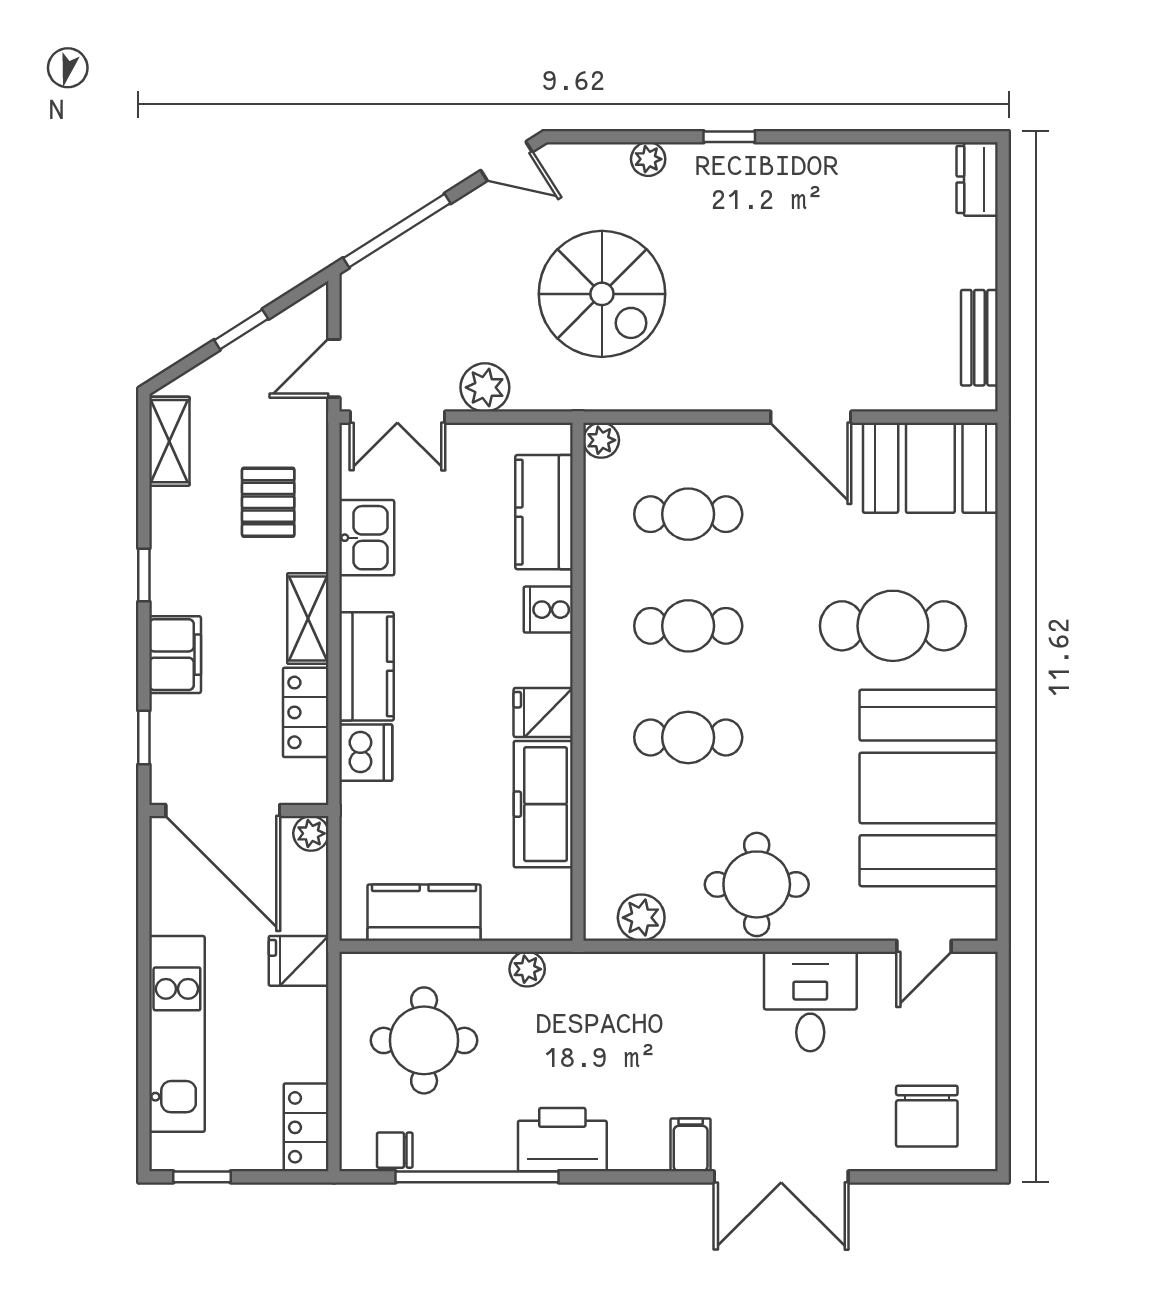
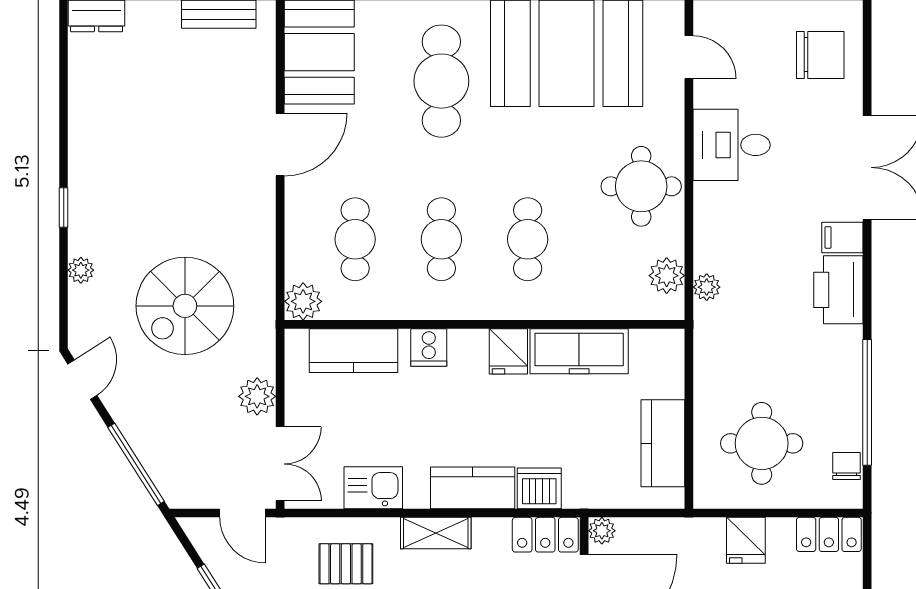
spiral stairs: (602, 294) -> (185, 306), turned 180
plant: (601, 440) -> (303, 301), width x1.38, depth x1.38
locker: (306, 712) -> (545, 535), moved
fridge: (299, 961) -> (746, 540), moved
plant: (527, 969) -> (707, 287), moved
printer: (562, 1140) -> (838, 290), moved
chair: (395, 1150) -> (846, 466), turned 180

